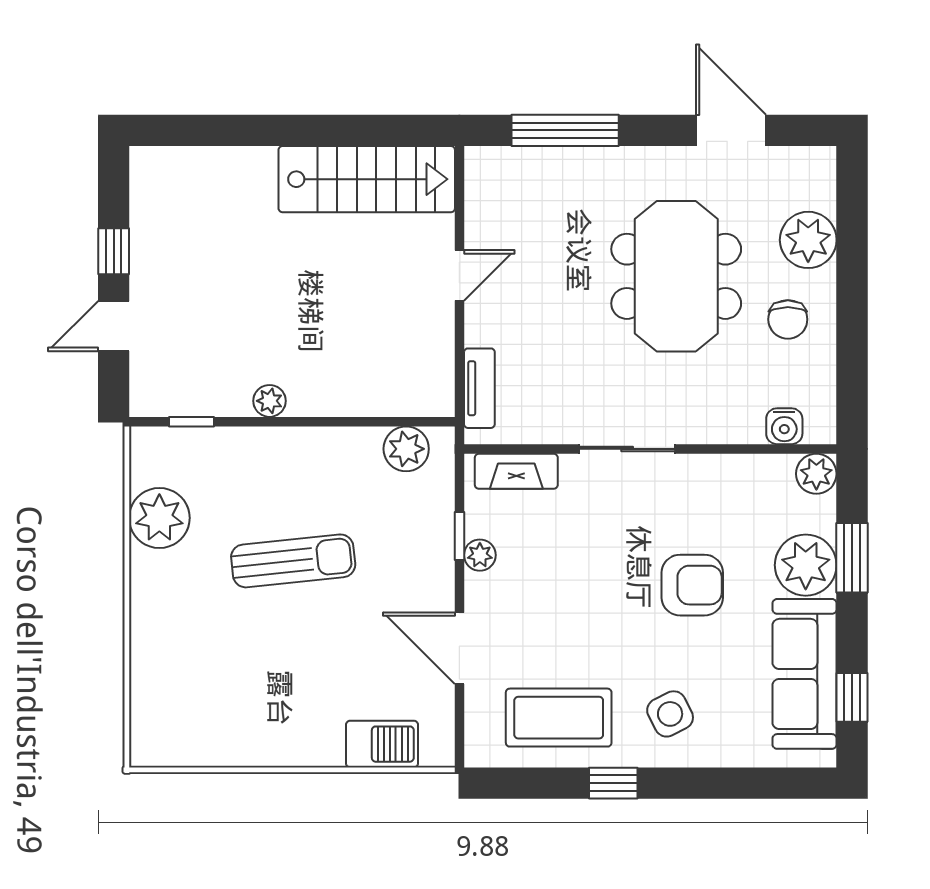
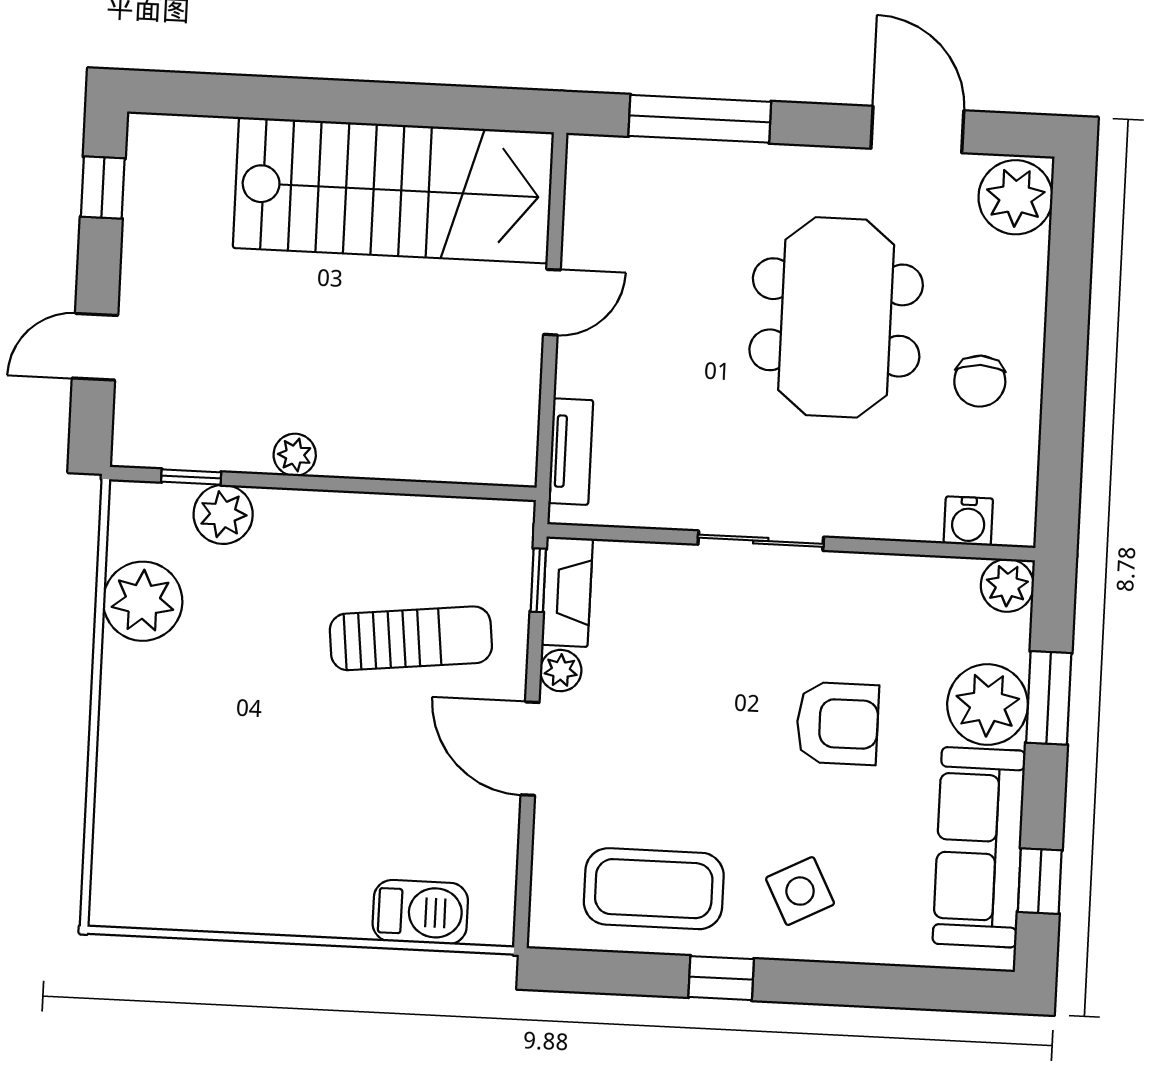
stairs: (367, 179) -> (393, 190), width x1.36, depth x1.51
plant: (808, 240) -> (1016, 197), moved
window: (114, 251) -> (103, 188), moved
plant: (406, 449) -> (223, 514), moved
fireplace: (516, 471) -> (567, 592), moved, turned -90
window: (459, 536) -> (538, 580), moved
sun lounger: (293, 561) -> (411, 638), moved
door: (459, 648) -> (530, 749), moved

